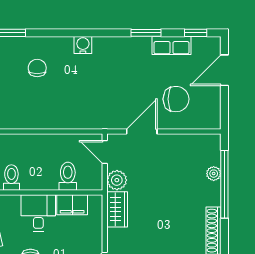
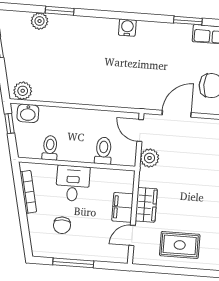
chair: (37, 68) -> (82, 46), removed
filing cabinet: (72, 205) -> (123, 207), moved, turned 90
wardrobe: (117, 209) -> (146, 205), moved

